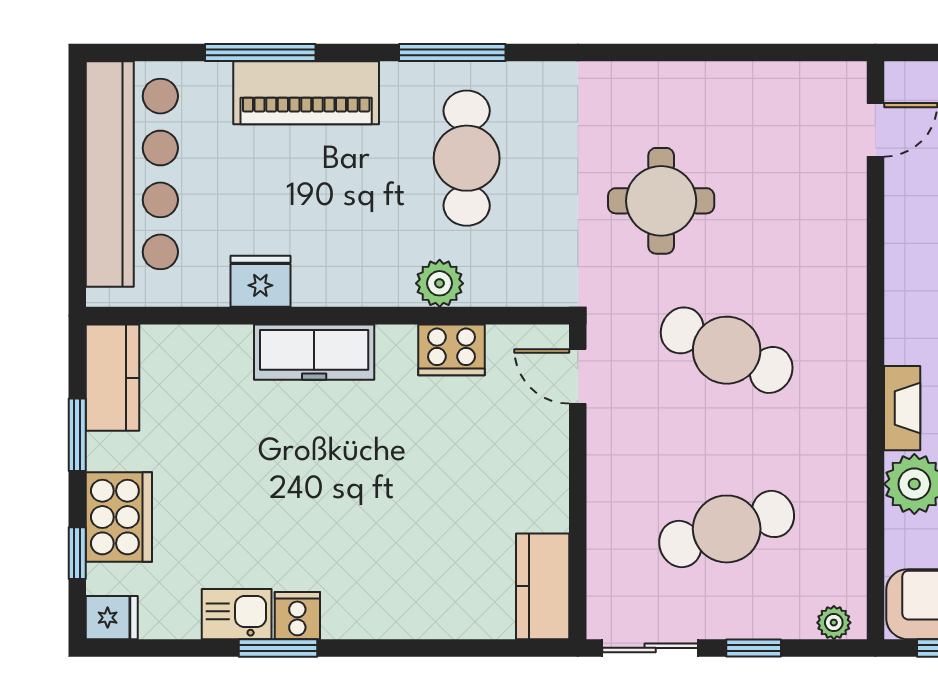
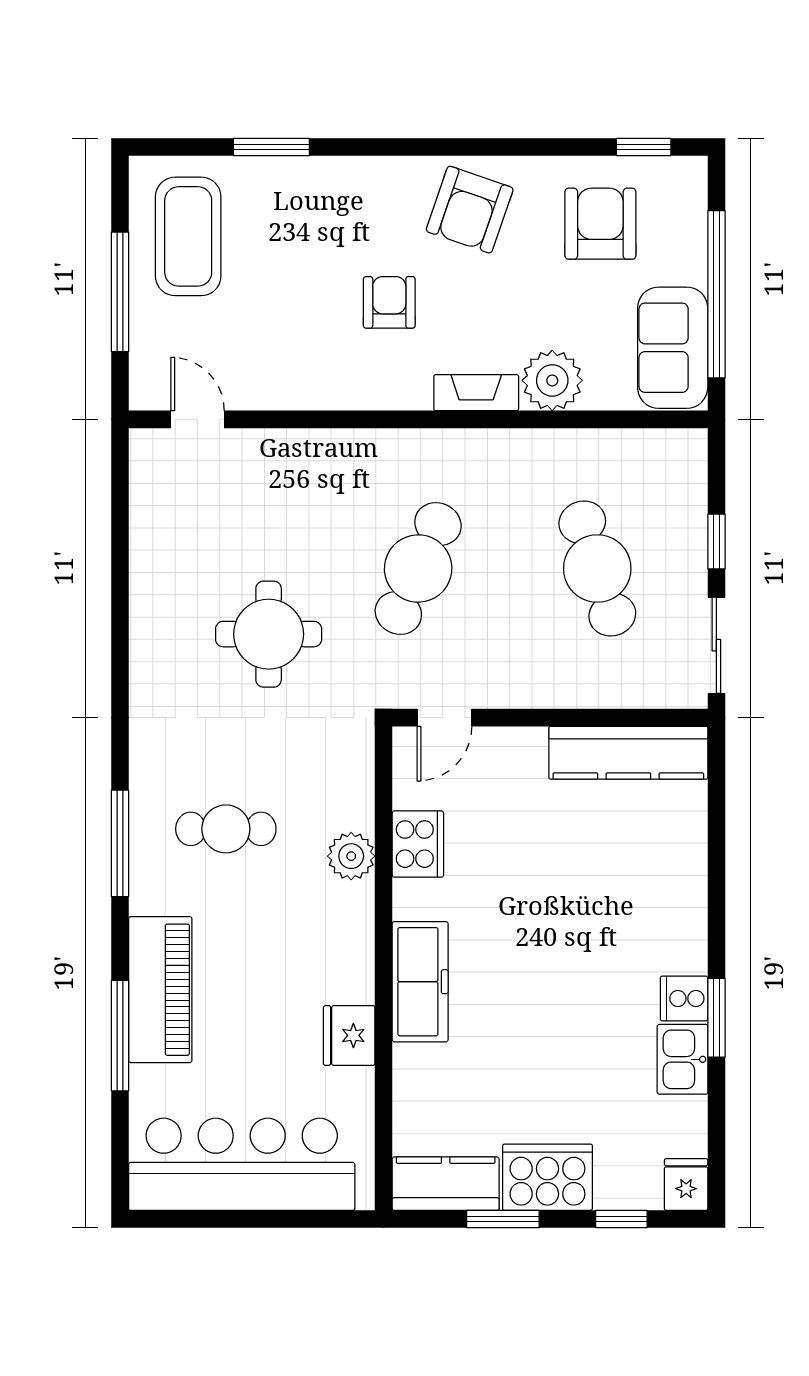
cafe table: (467, 158) -> (226, 829), width x0.73, depth x0.74
cooker: (119, 517) -> (547, 1177), moved
kitchen counter: (543, 586) -> (628, 753), width x1.50
plant: (834, 623) -> (691, 461), removed

